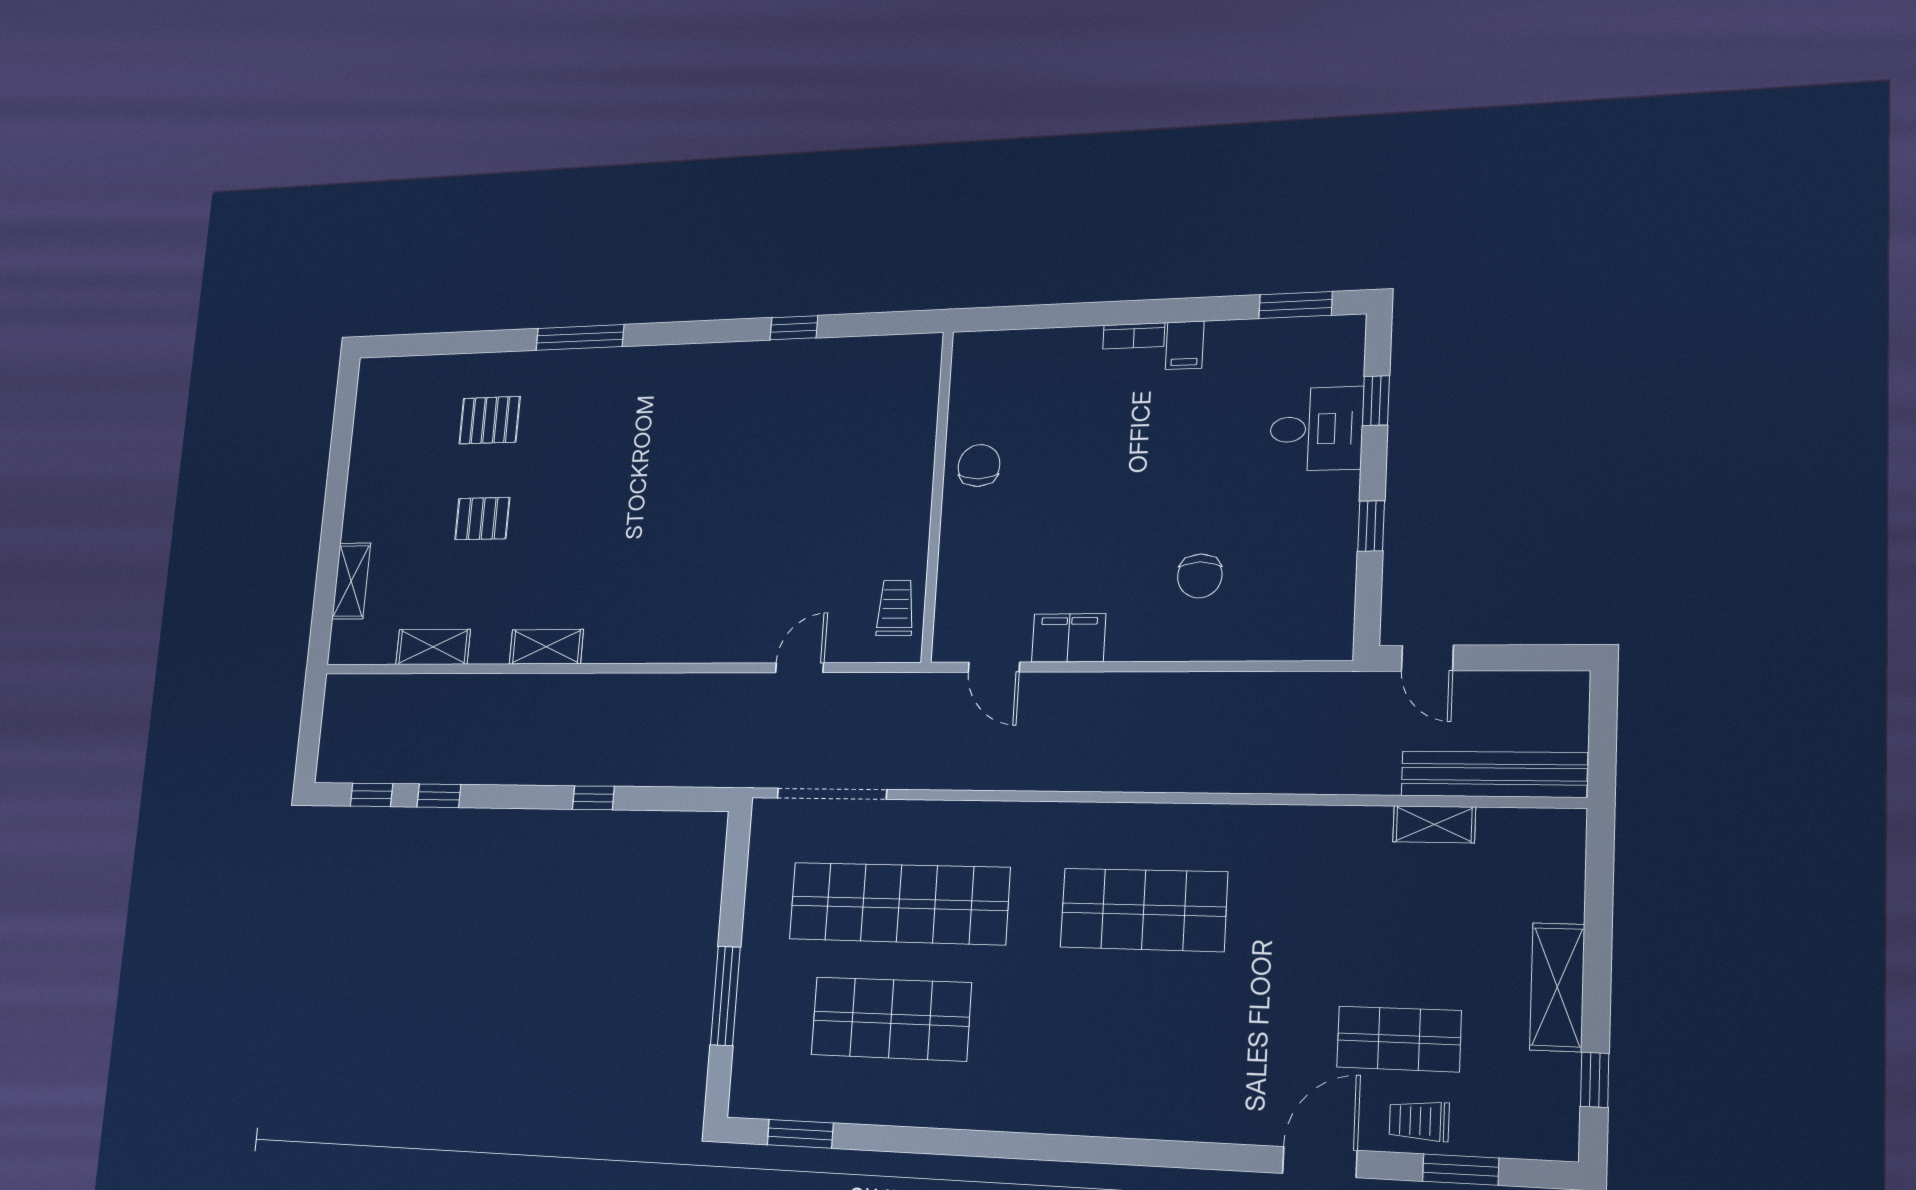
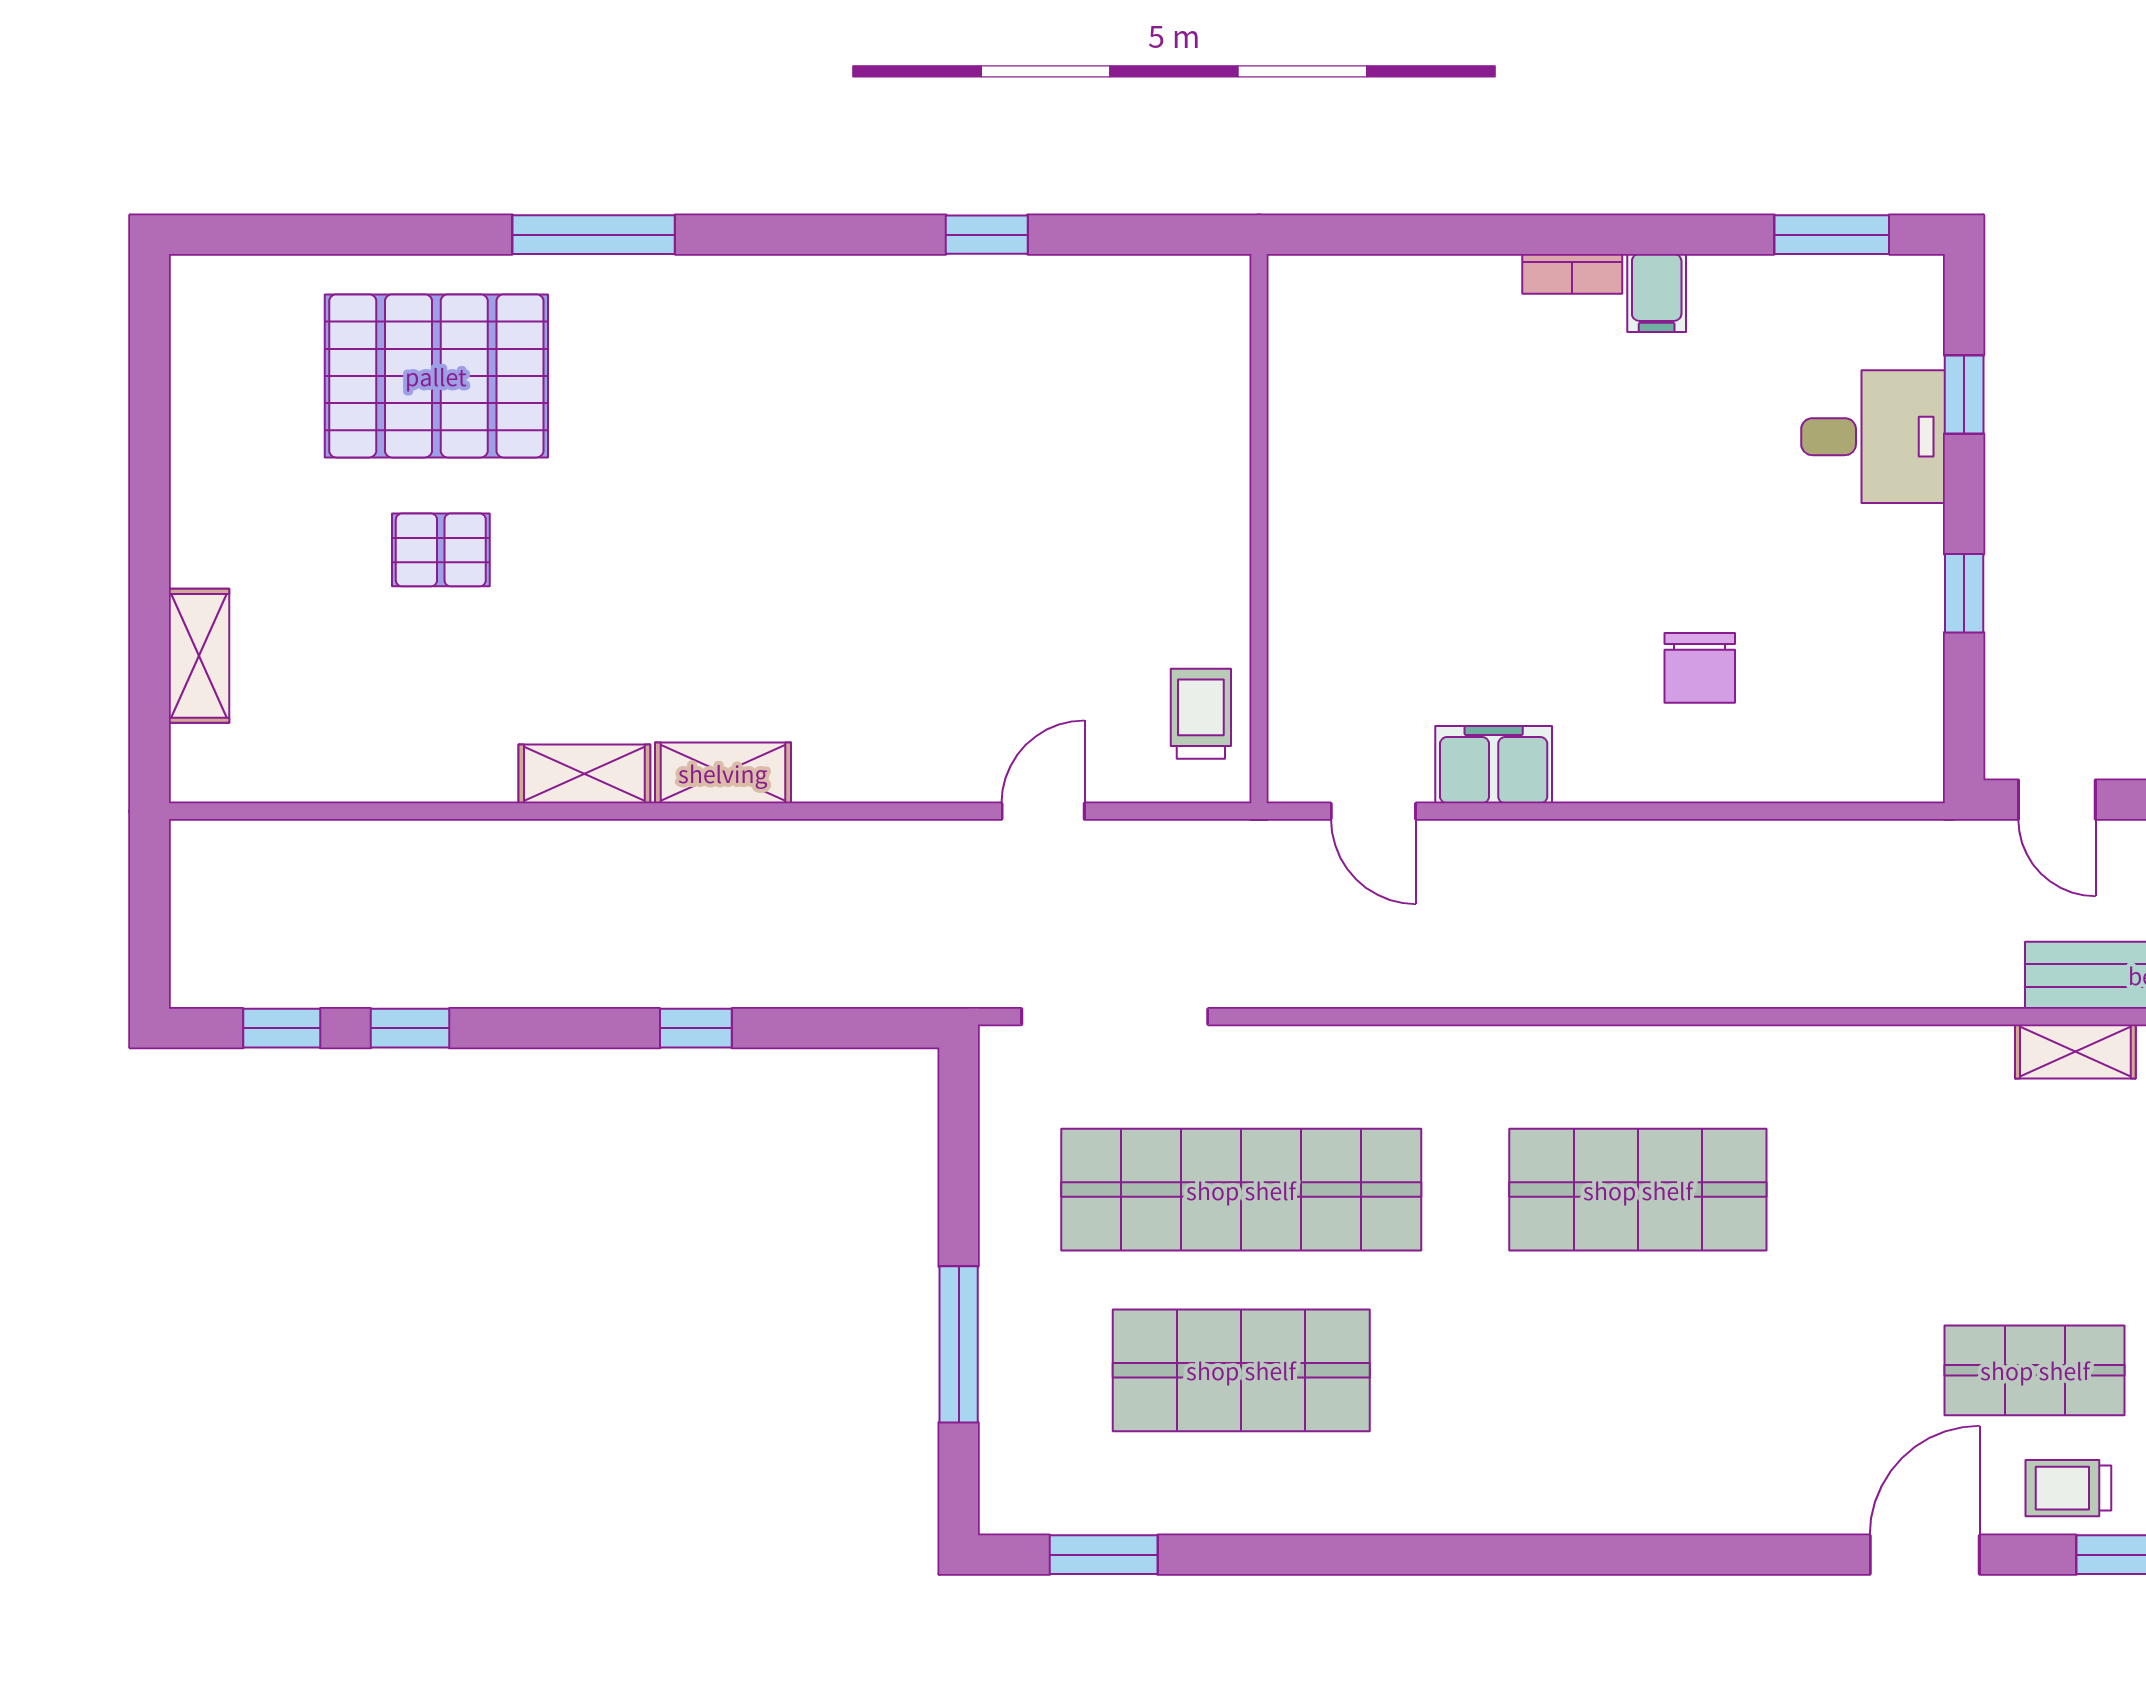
pallet: (490, 420) -> (436, 376), width x2.05, depth x2.00
chair: (979, 465) -> (1327, 480), removed
shelving: (433, 647) -> (723, 773), moved

